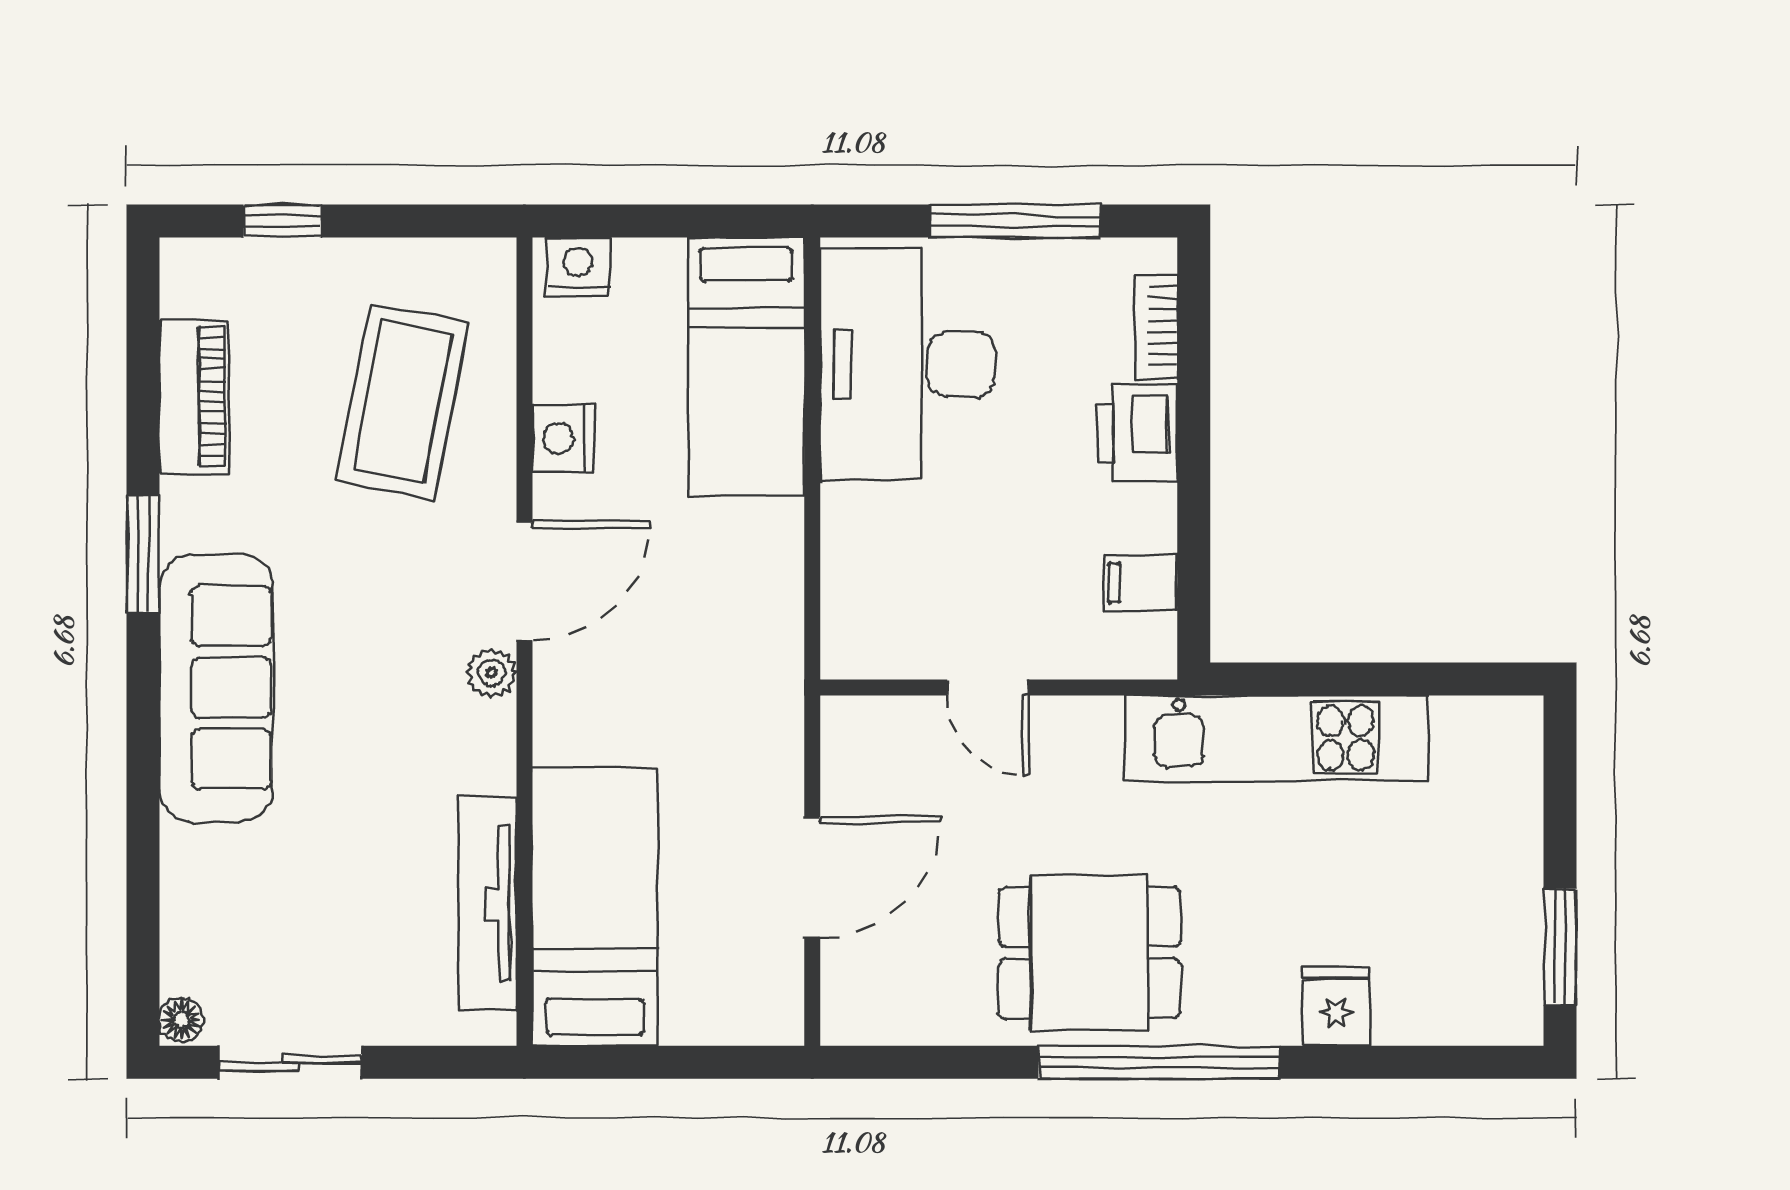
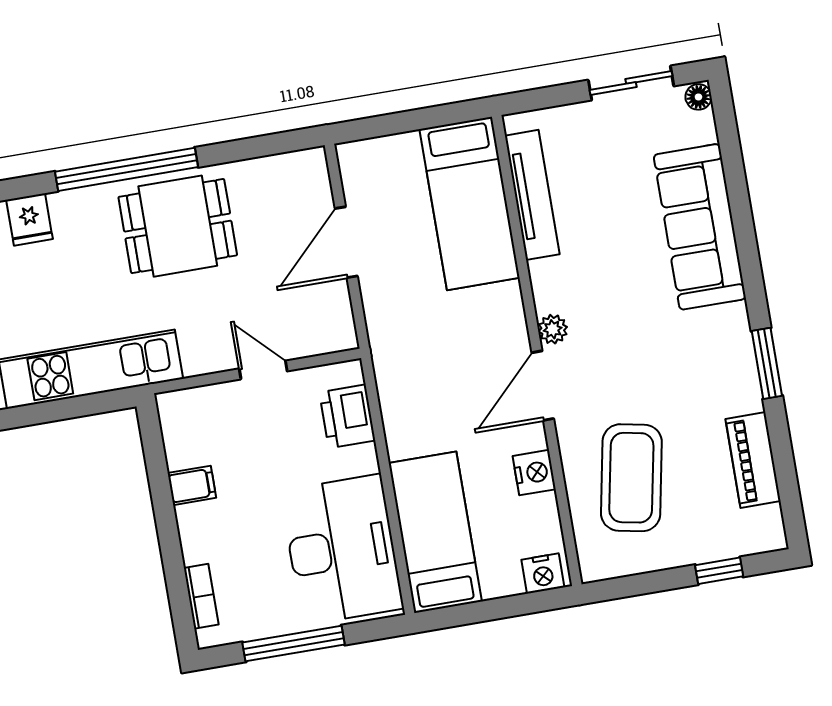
printer: (1137, 433) -> (347, 416), moved, turned 180
filing cabinet: (1140, 583) -> (192, 485), moved
sofa: (216, 688) -> (700, 227), moved

